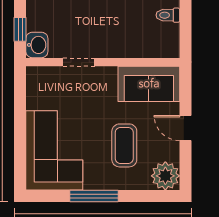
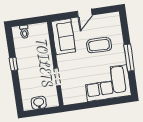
window: (20, 29) -> (44, 111), removed
washbasin: (37, 45) -> (39, 103), moved
plant: (165, 176) -> (112, 20), removed

